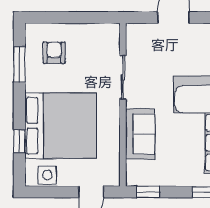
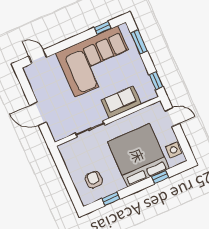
armchair: (54, 53) -> (94, 180), turned 90
window: (19, 64) -> (111, 199), width x0.67

